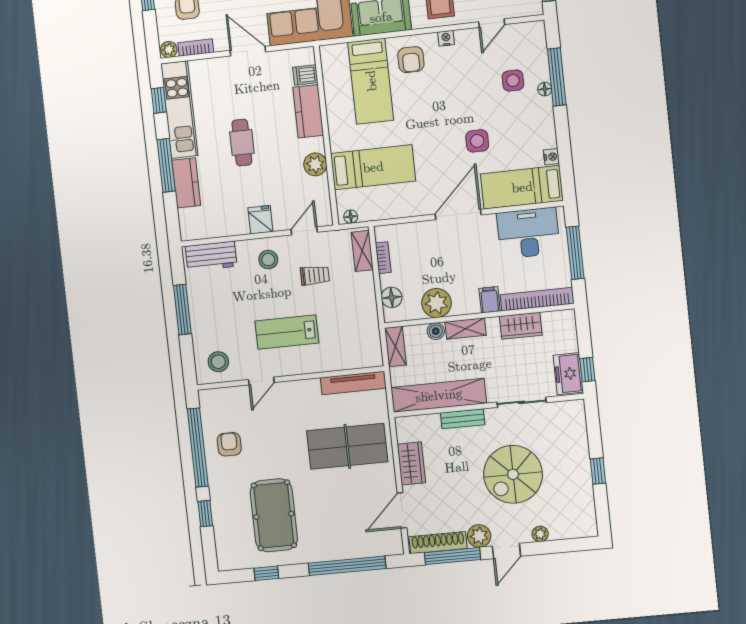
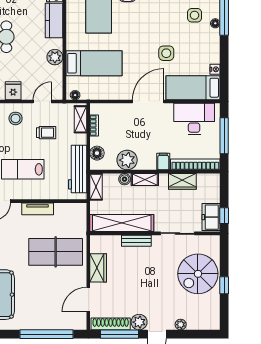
workbench: (366, 324) -> (78, 169), added
tv unit: (353, 383) -> (38, 209), moved, width x0.71
spiral stairs: (513, 474) -> (198, 274), moved

